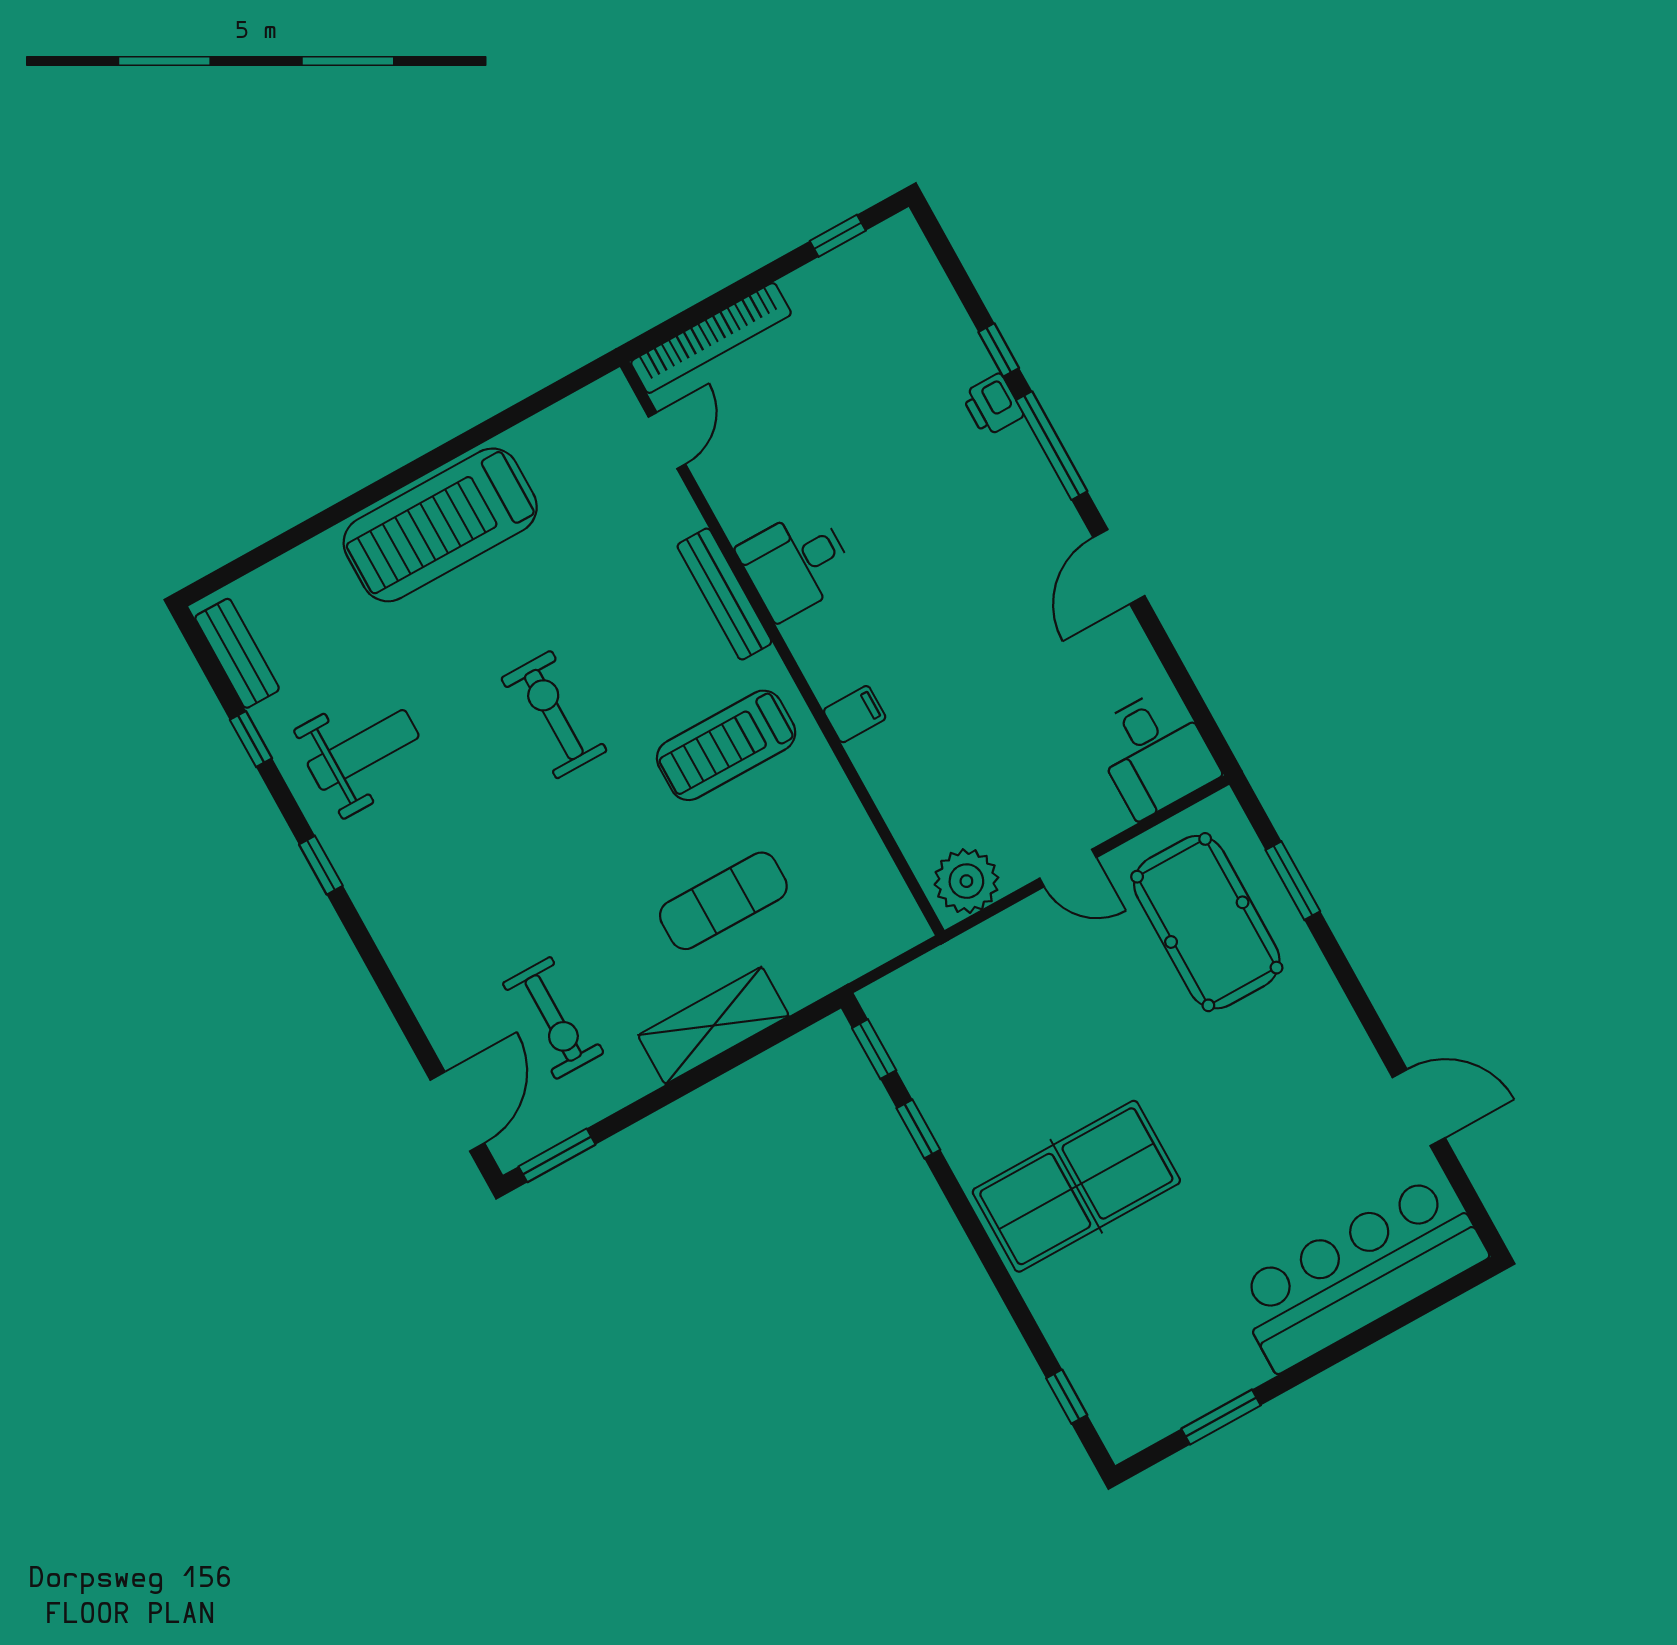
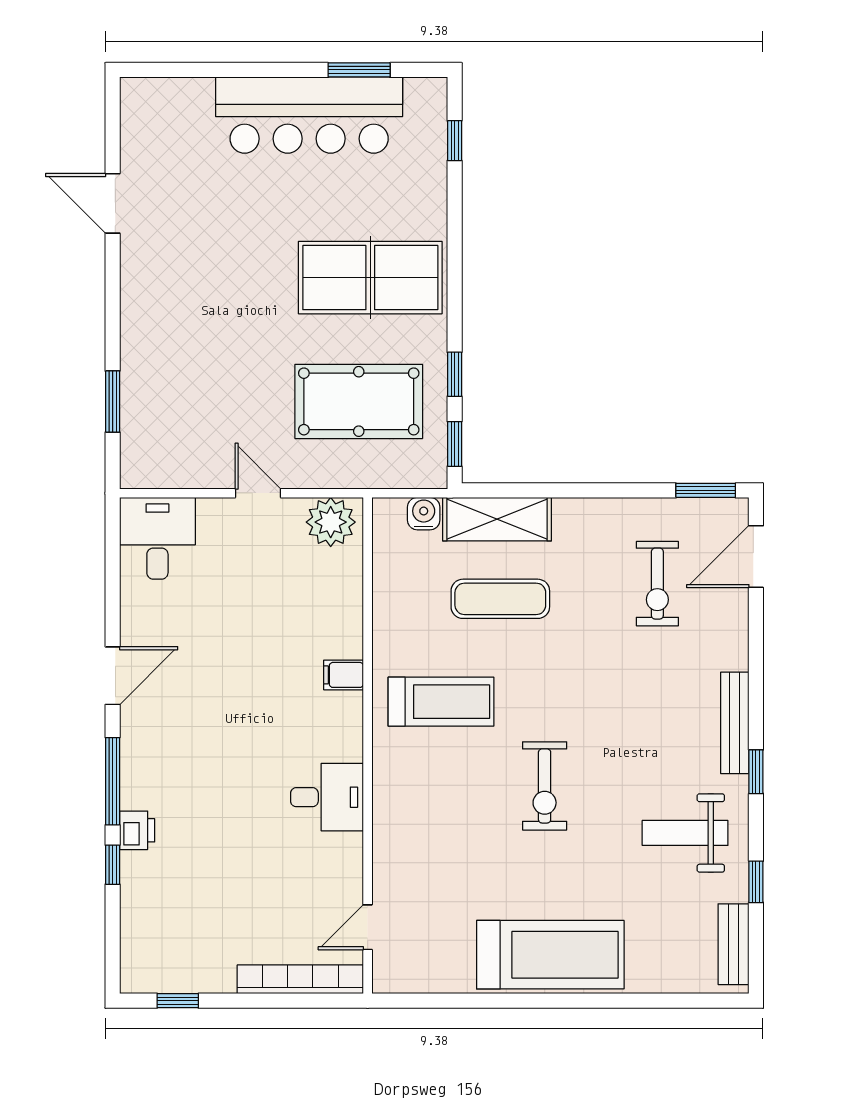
bench: (724, 594) -> (735, 723), moved
pool table: (1207, 922) -> (359, 401), moved, turned 90
water cooler: (865, 950) -> (424, 514), added
exercise bike: (553, 1018) -> (657, 584), turned 180
shelving: (713, 1026) -> (497, 519), moved
bar counter: (1360, 1273) -> (309, 115), moved

